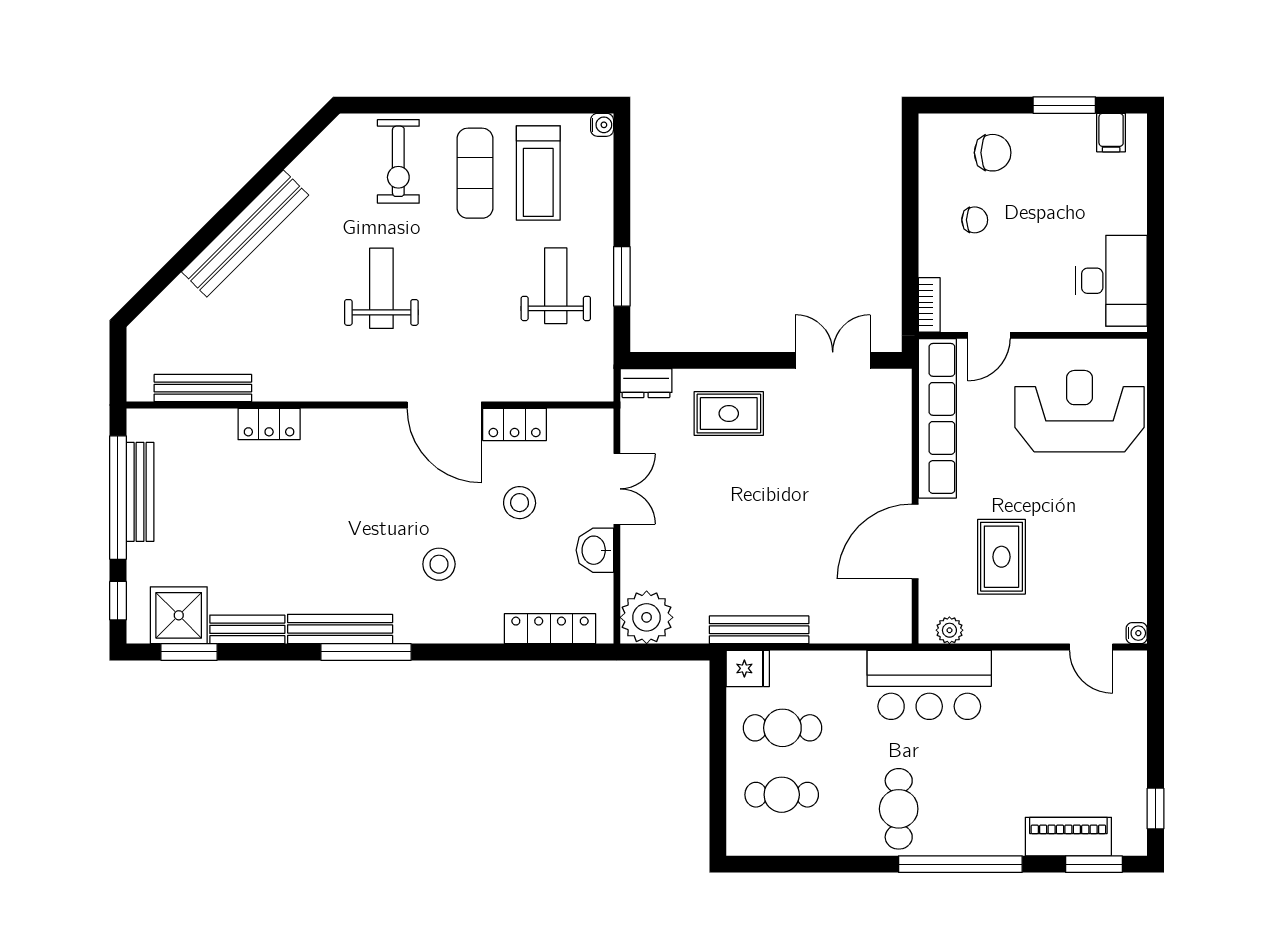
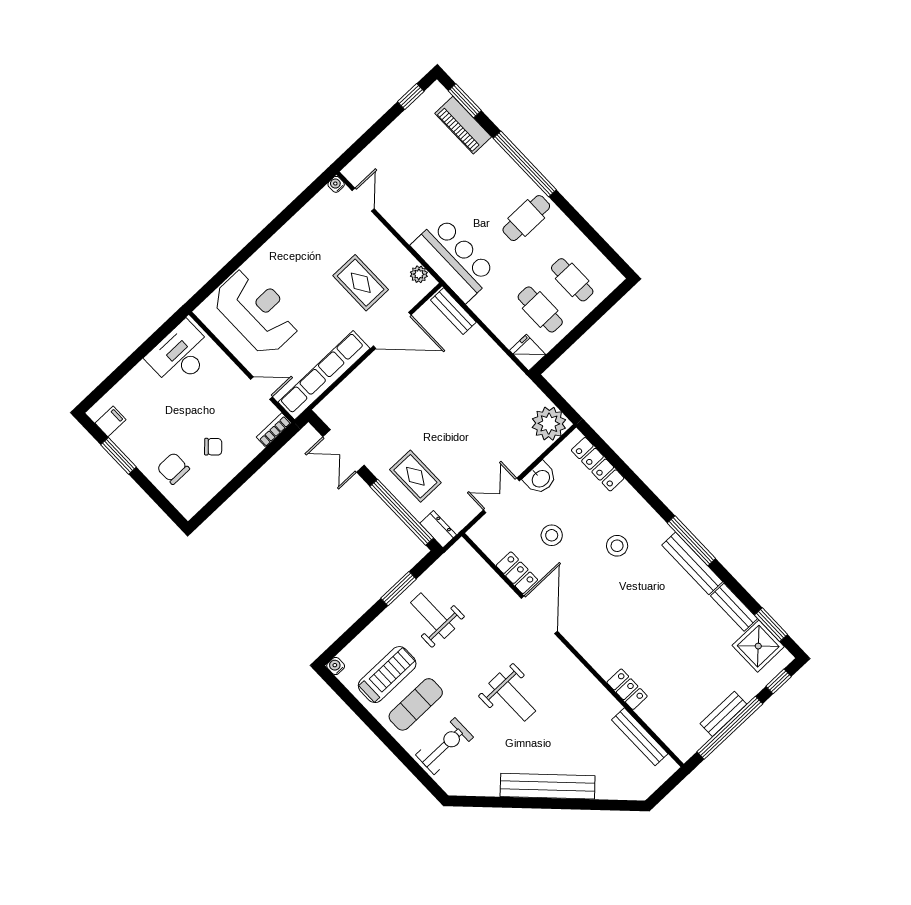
chair: (975, 220) -> (213, 447), turned 134
weight bench: (556, 286) -> (433, 616), turned 90
weight bench: (381, 288) -> (512, 697), turned -90
window: (703, 360) -> (402, 512), added
reception desk: (1079, 411) -> (257, 311), turned 180
bench: (140, 492) -> (723, 714), width x0.73
rug: (1001, 557) -> (361, 283), turned 90
bench: (759, 630) -> (453, 311), moved, width x0.73

